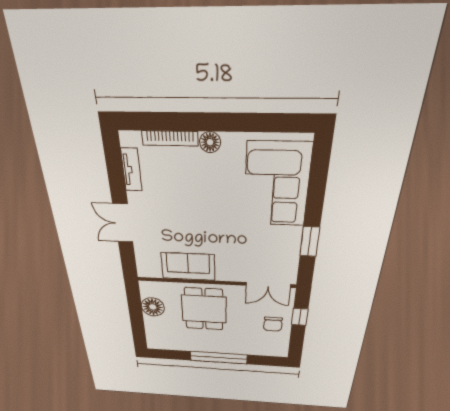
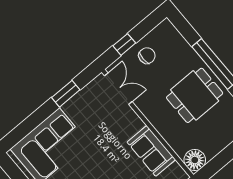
floor lamp: (153, 307) -> (195, 160), moved
dining table: (204, 309) -> (195, 95), moved

